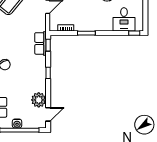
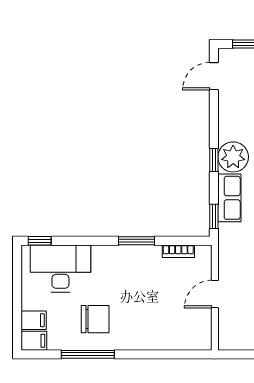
desk: (124, 19) -> (60, 269), width x1.37
row of seats: (41, 43) -> (229, 198), moved
plant: (39, 100) -> (233, 157), moved

